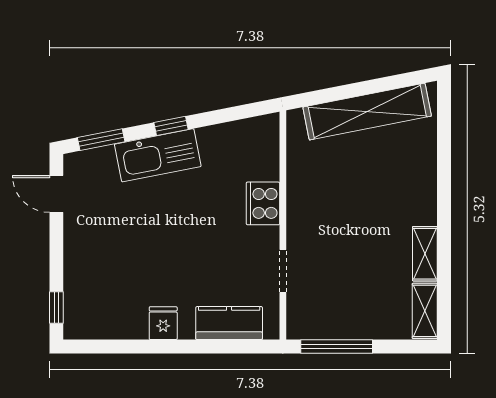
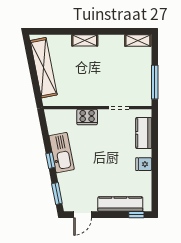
kitchen sink: (158, 155) -> (62, 153), moved
shelving: (425, 254) -> (85, 40), moved
kitchen counter: (79, 274) -> (120, 204), added

